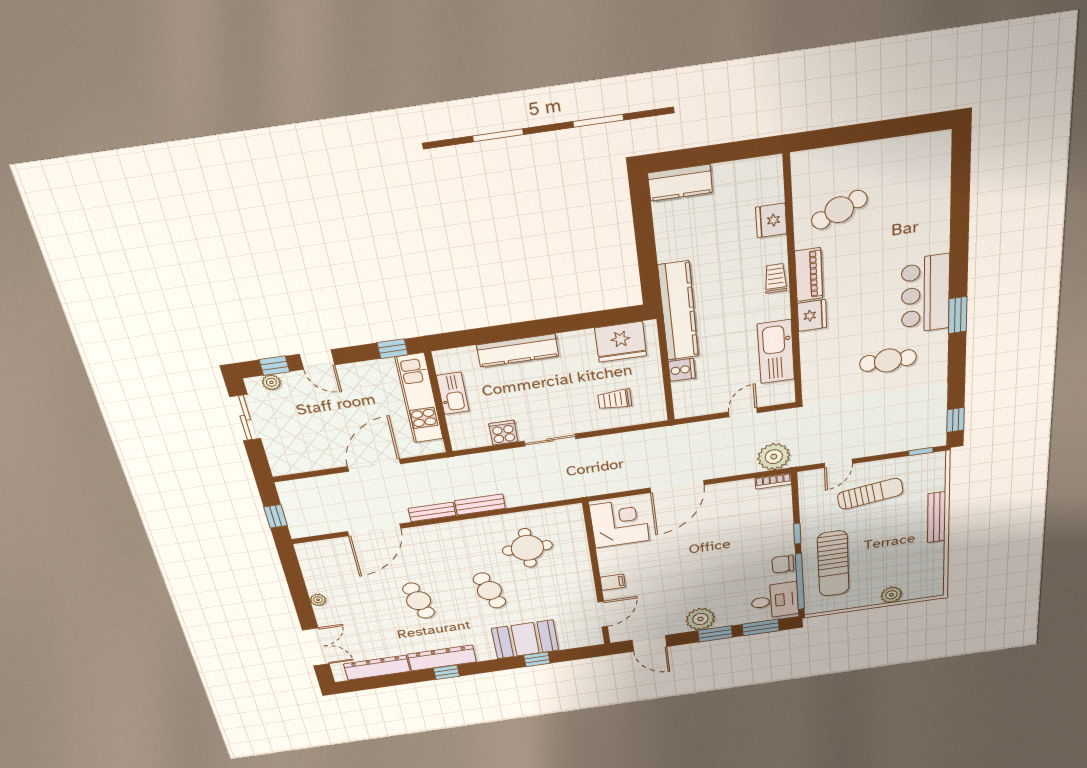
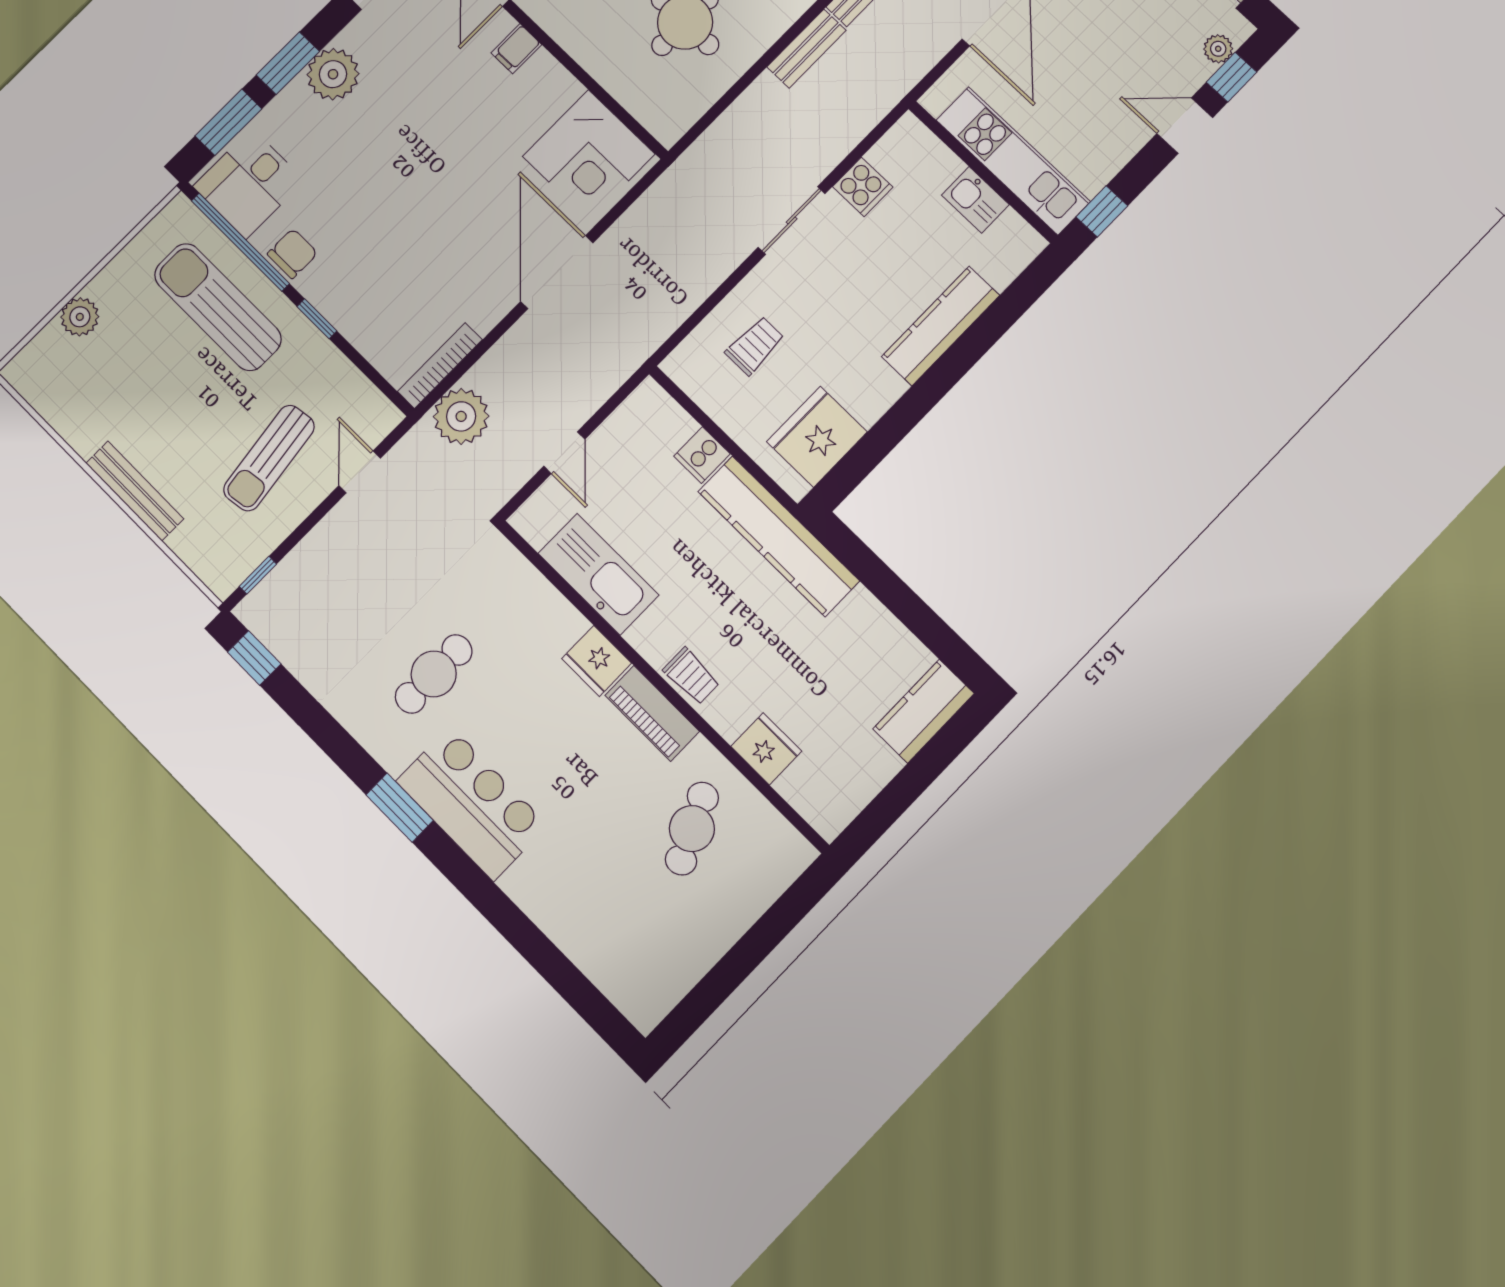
kitchen sink: (453, 393) -> (975, 200), width x0.73
bookcase: (773, 481) -> (440, 365), width x1.56

